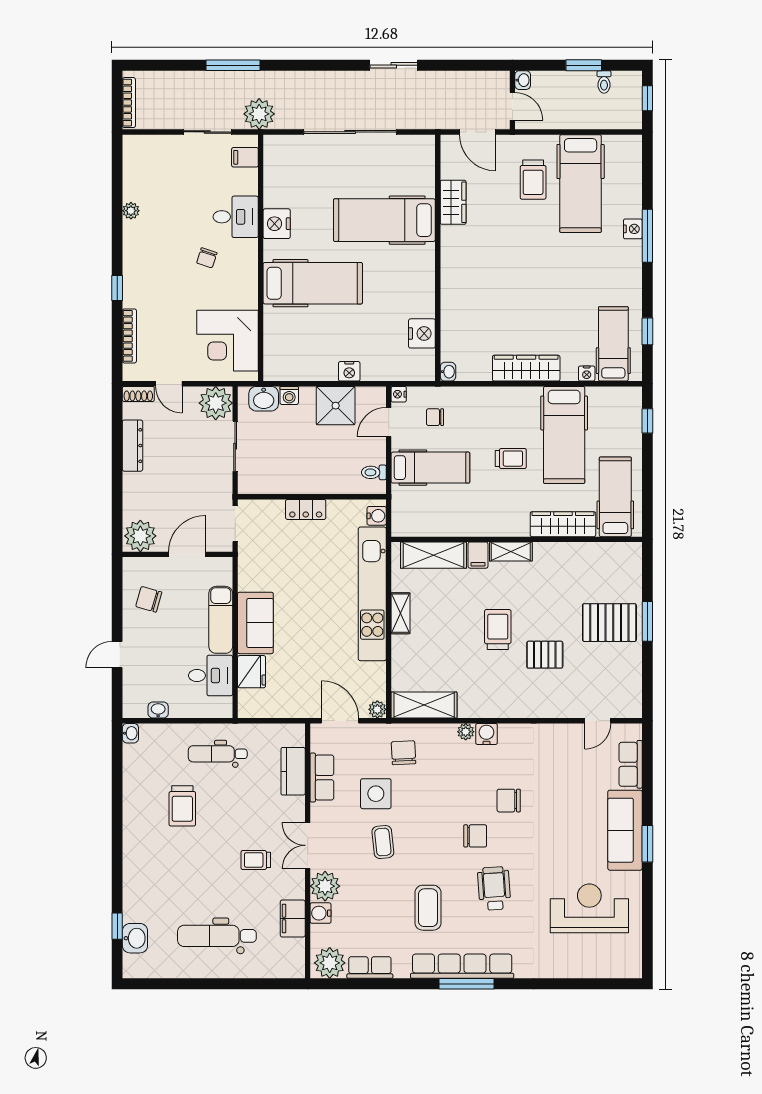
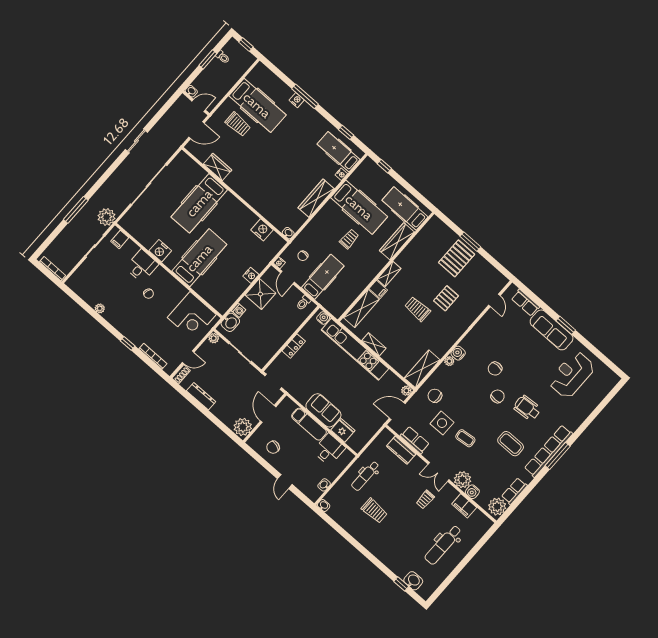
plant: (216, 403) -> (214, 338), width x0.53, depth x0.53

